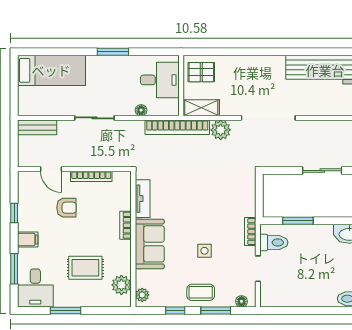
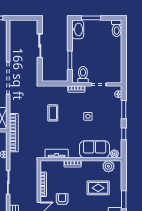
plant: (221, 130) -> (15, 107), removed
sofa: (150, 244) -> (95, 149), moved
rug: (85, 268) -> (98, 188), turned 90
coffee table: (201, 292) -> (53, 113), moved

